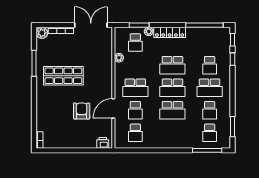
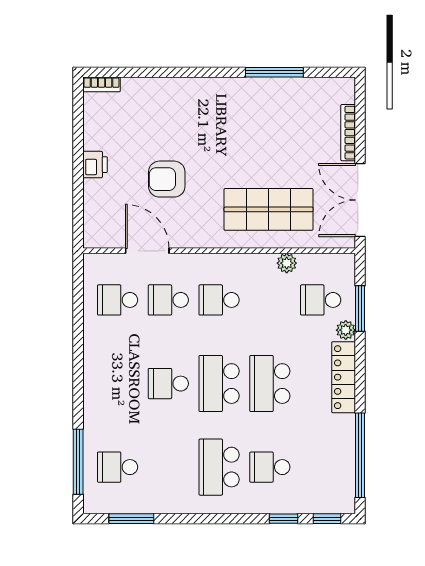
double door: (91, 25) -> (360, 200), swing flipped
plant: (42, 33) -> (343, 90), removed
shop shelf: (63, 76) -> (269, 209), moved, turned 90
school desk: (135, 88) -> (219, 300), width x0.54
door: (113, 108) -> (147, 251), moved
school desk: (172, 110) -> (168, 384), width x0.54
school desk: (210, 110) -> (168, 467), removed
armchair: (82, 111) -> (167, 179), turned 180
printer: (103, 143) -> (95, 165), moved

